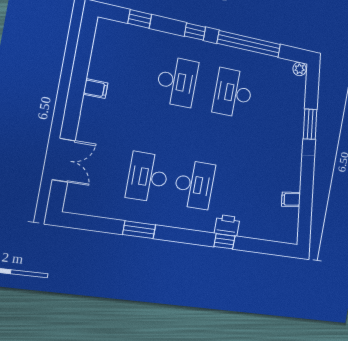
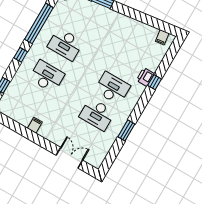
filing cabinet: (291, 199) -> (162, 37), moved

